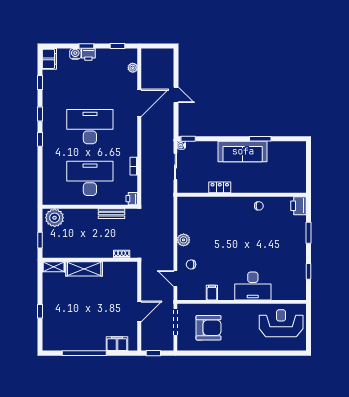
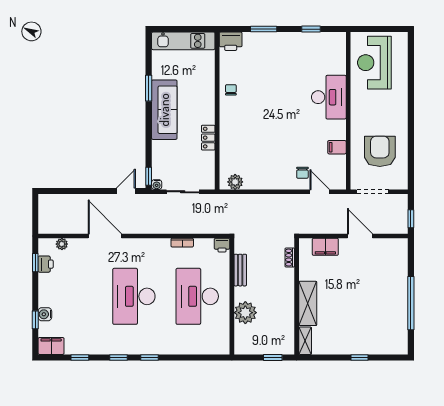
window: (86, 46) -> (35, 320), moved
printer: (88, 54) -> (46, 264), moved
door: (176, 95) -> (126, 191), moved
kitchen unit: (299, 167) -> (183, 41), added
plant: (55, 218) -> (245, 313), moved
plant: (184, 240) -> (235, 182), moved
door: (175, 279) -> (320, 192), swing flipped
filing cabinet: (117, 344) -> (325, 247), moved, turned -90

